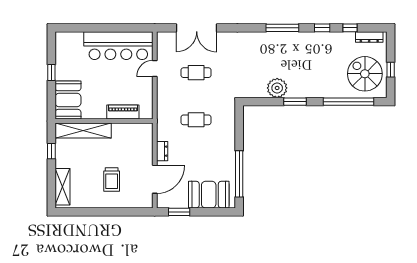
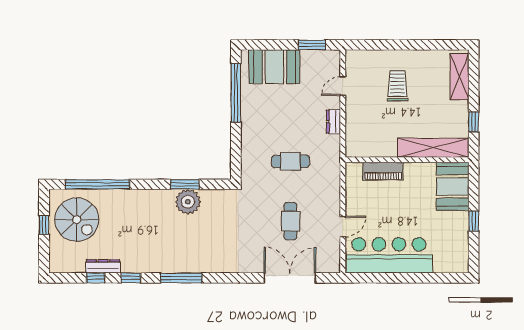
dresser: (369, 37) -> (103, 266), moved
cafe table: (196, 73) -> (291, 221), turned 90
window: (295, 102) -> (185, 184), moved
door: (155, 179) -> (343, 86), width x0.53

